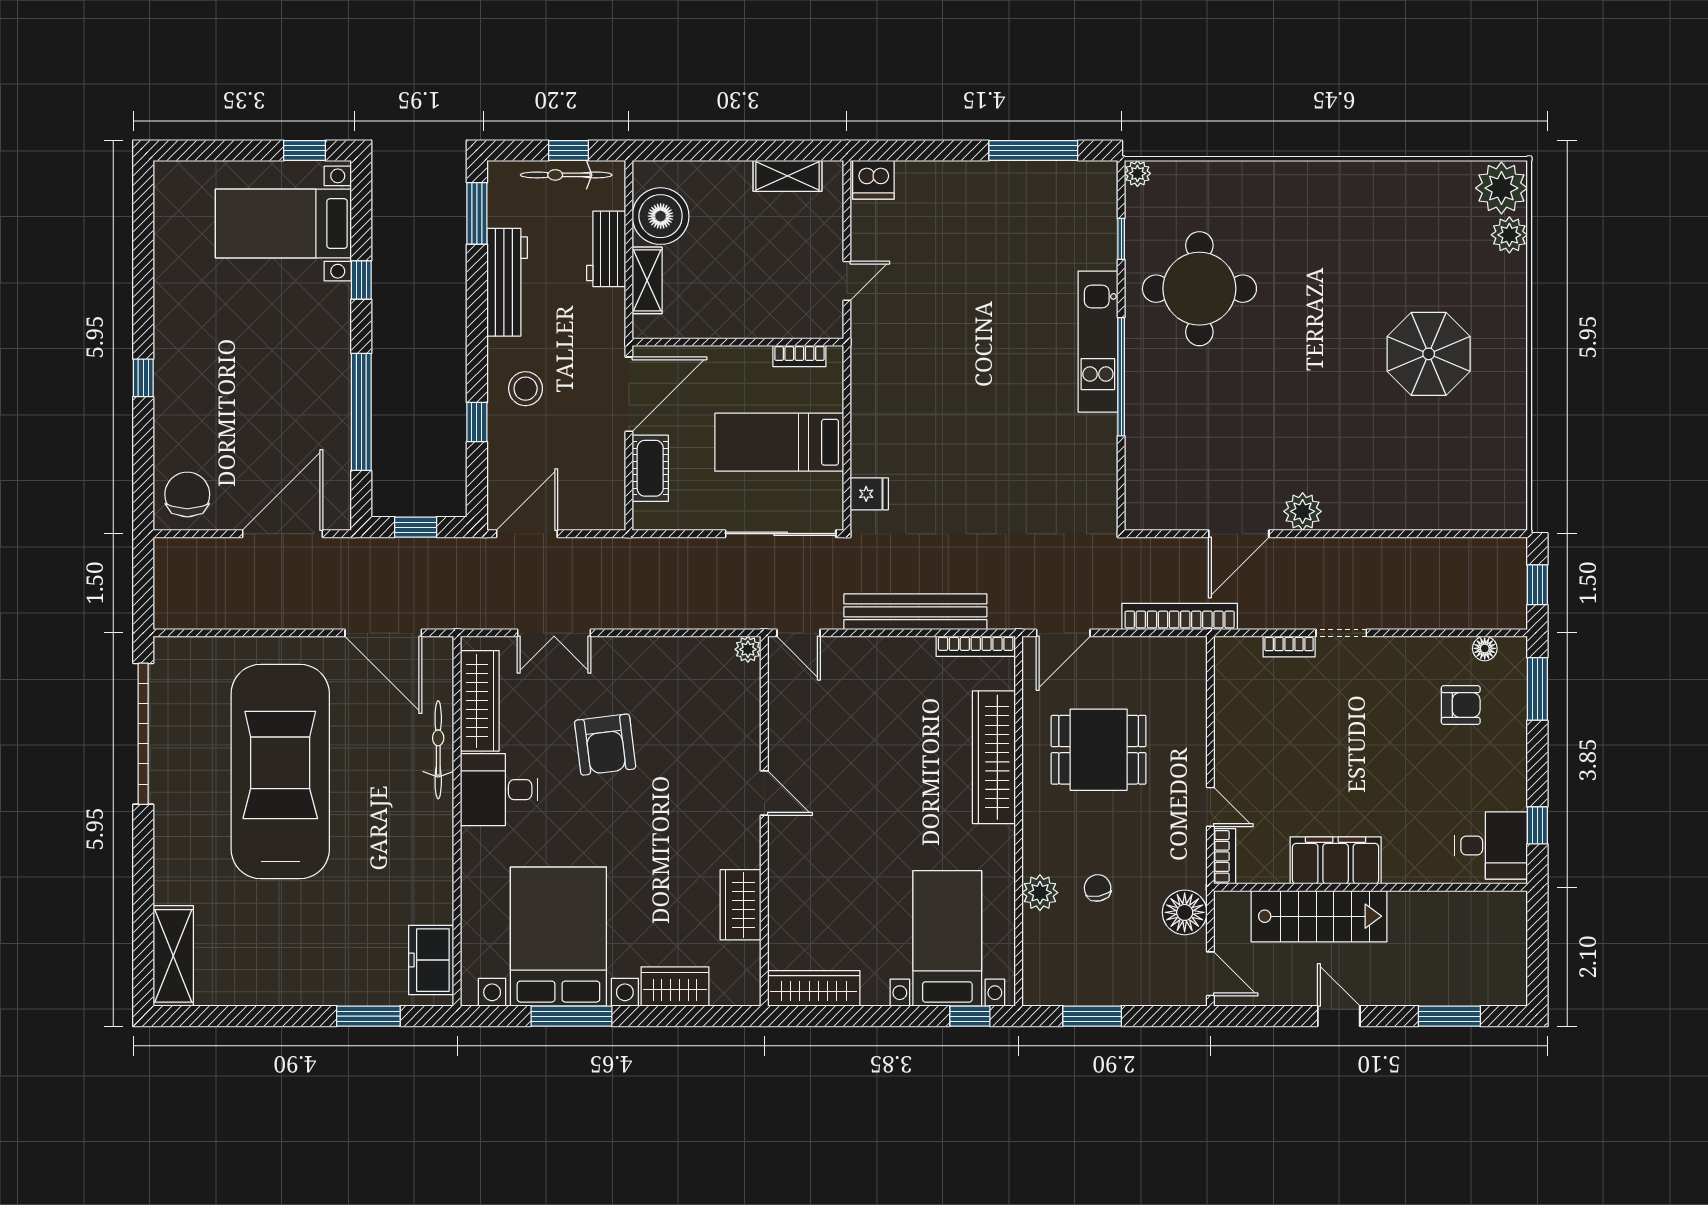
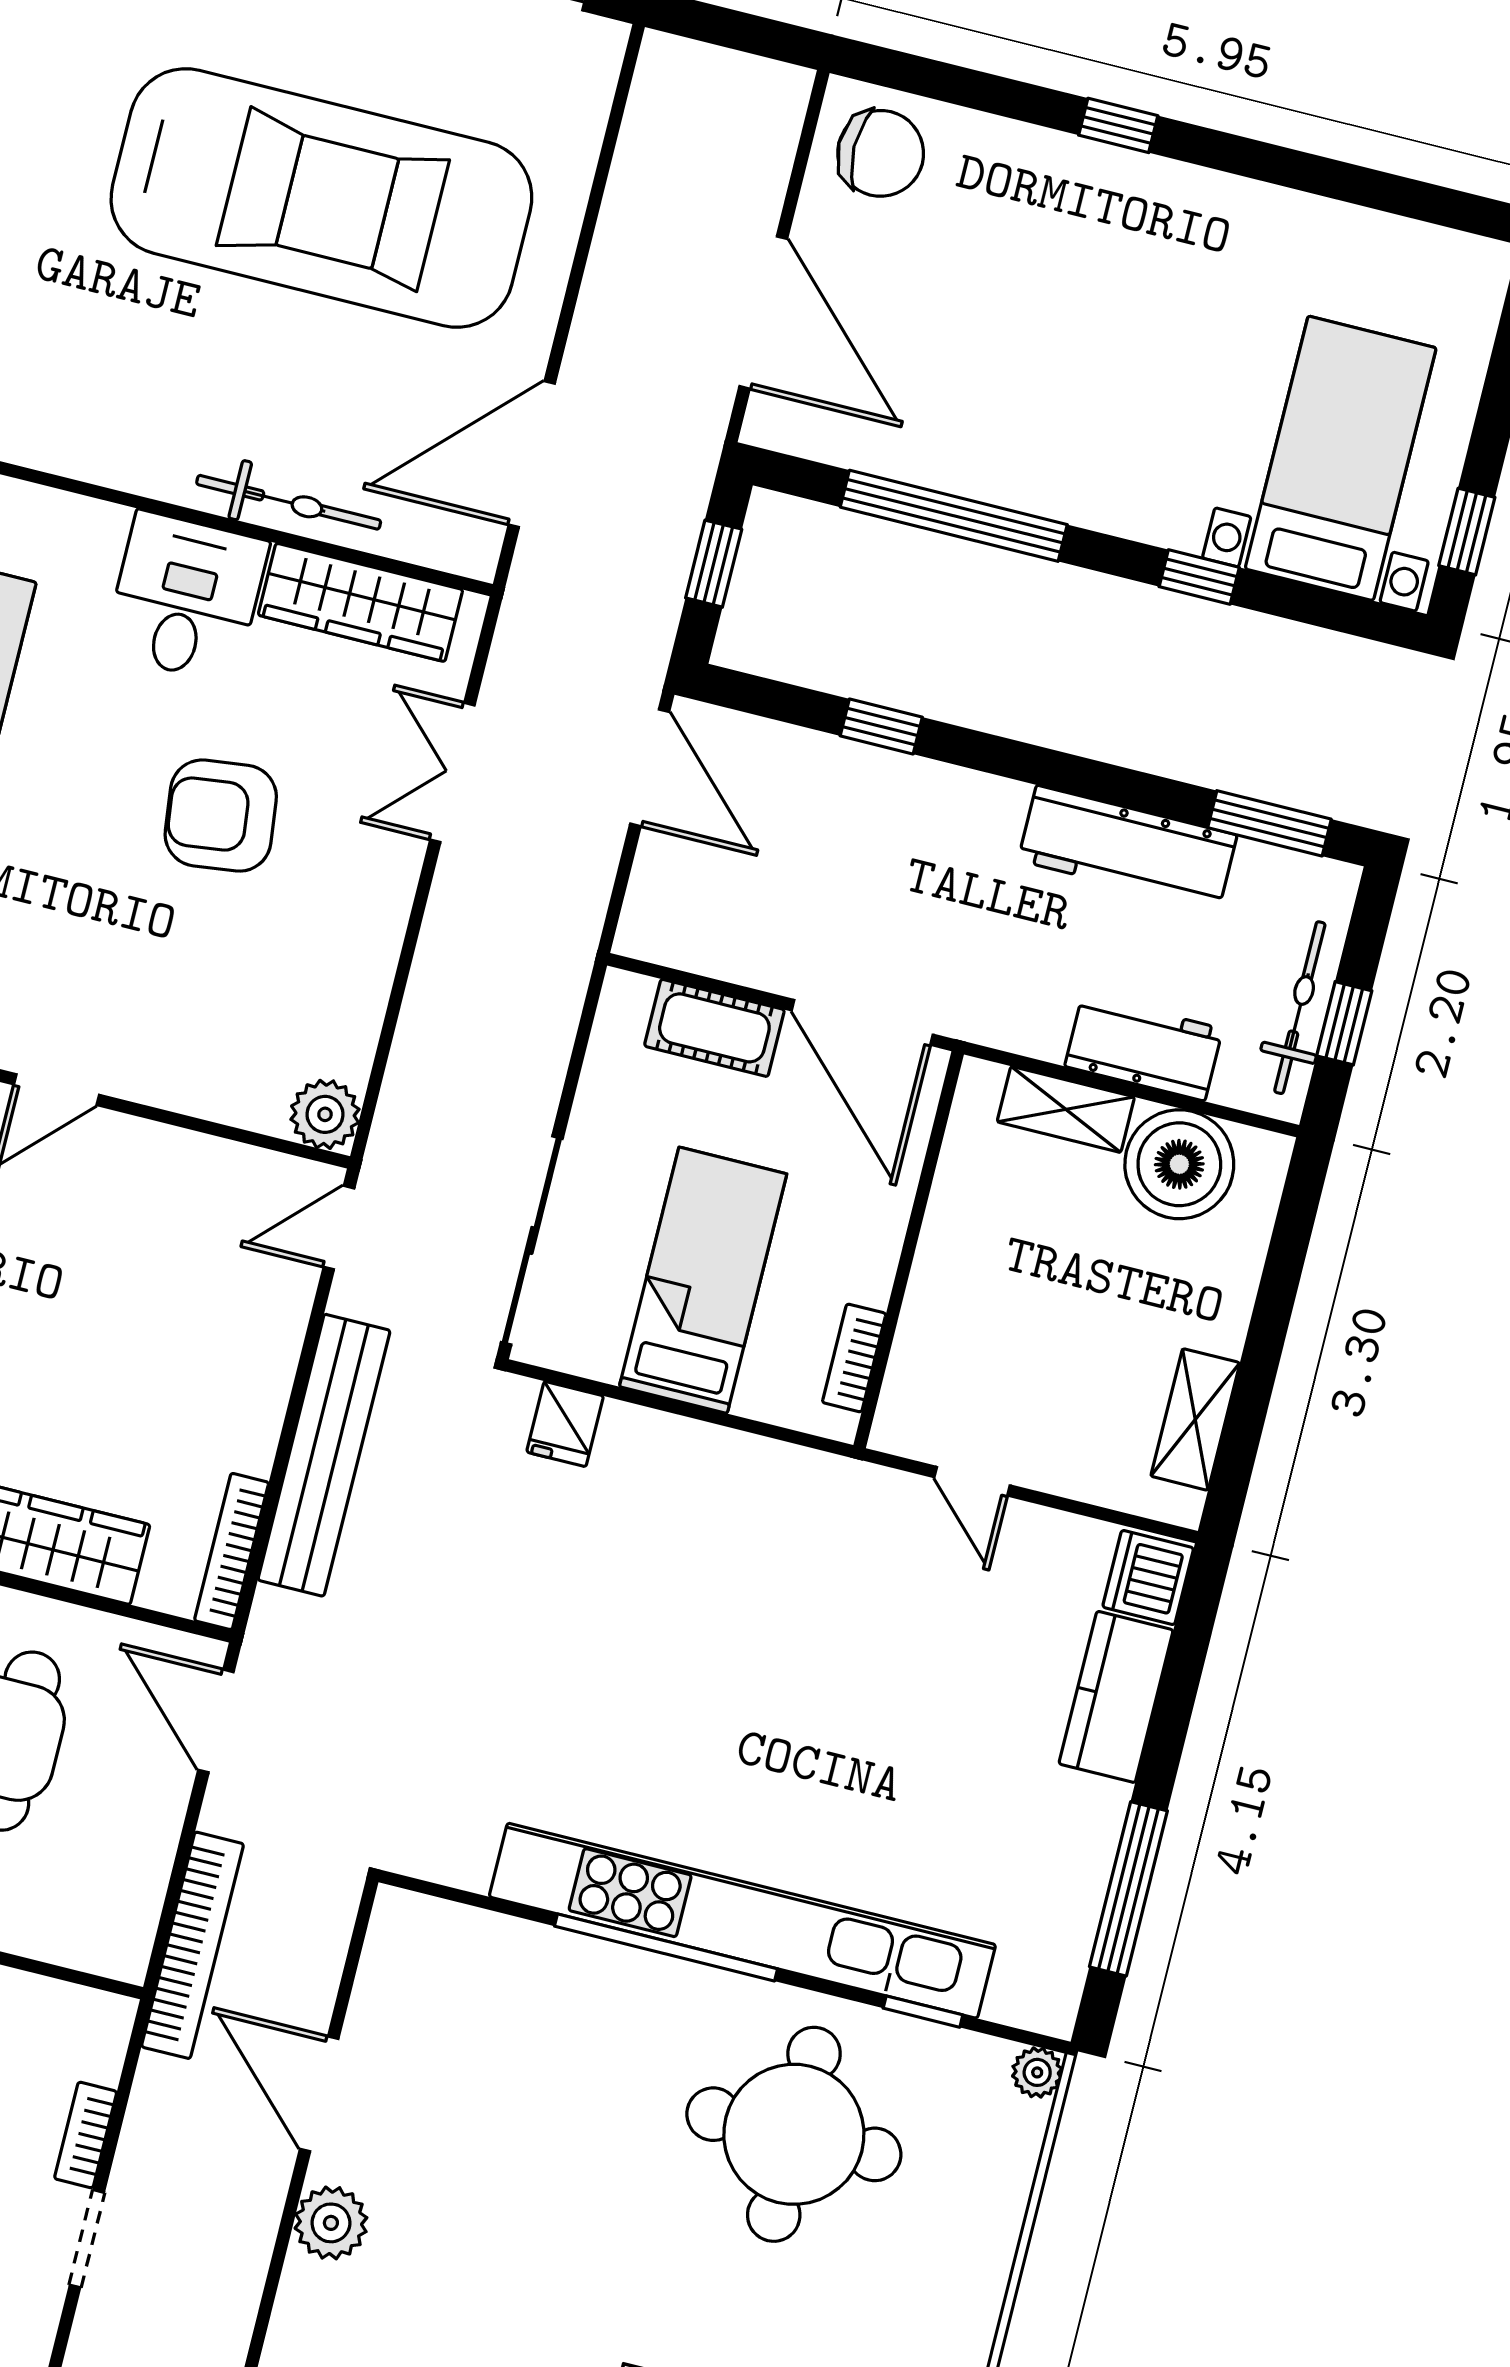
kitchen counter: (938, 181) -> (1116, 1697), added
kitchen unit: (1098, 342) -> (742, 1921), width x1.86
stool: (526, 389) -> (921, 833), removed
plant: (748, 649) -> (325, 1114), width x1.38, depth x1.38

